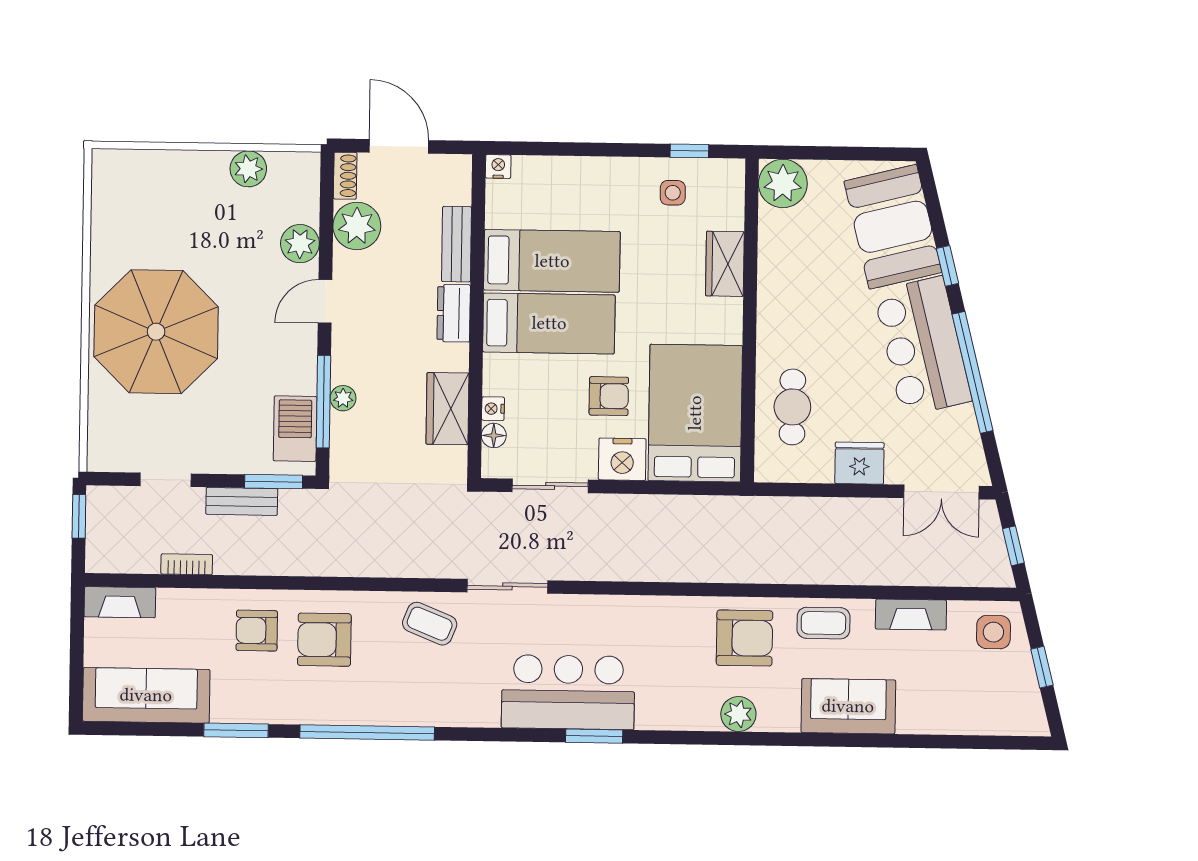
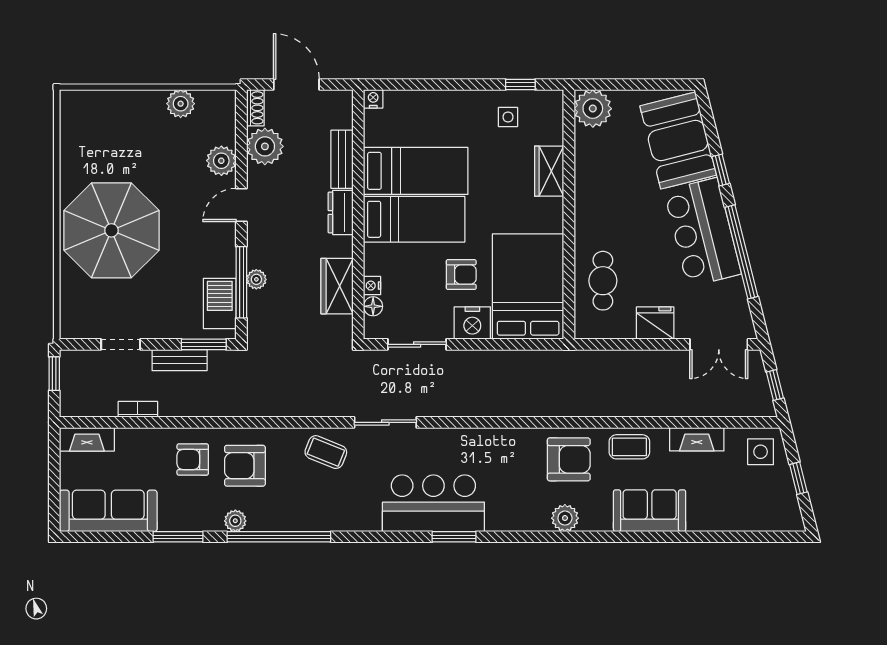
plant: (311, 711) -> (235, 521), added

